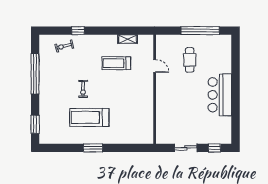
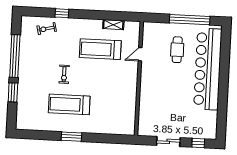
treadmill: (116, 63) -> (100, 49), width x1.37, depth x1.38
door: (155, 66) -> (140, 54), swing flipped
bar counter: (220, 95) -> (208, 69), width x1.86
window: (35, 124) -> (13, 92), moved

